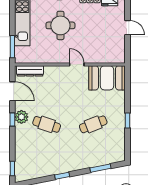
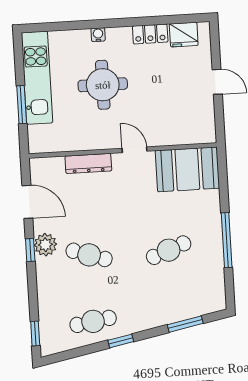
window: (12, 47) -> (22, 105), moved
dresser: (30, 71) -> (88, 163), moved
window: (127, 121) -> (227, 240), width x2.17
cafe table: (47, 163) -> (93, 321), added

